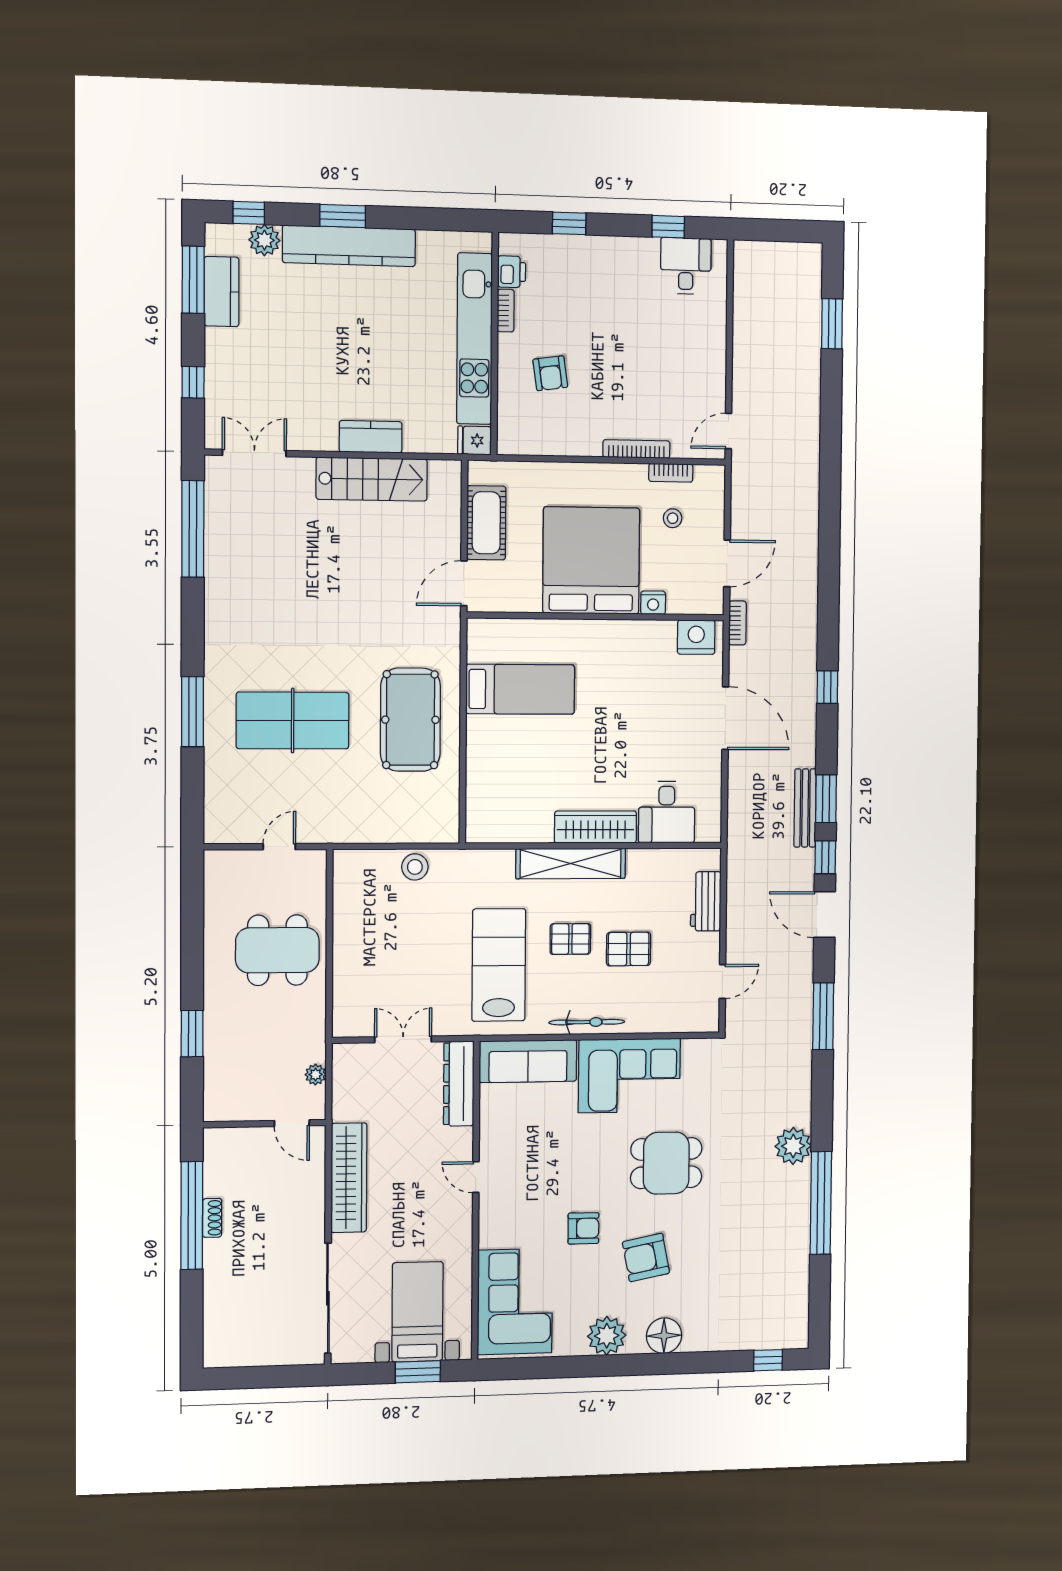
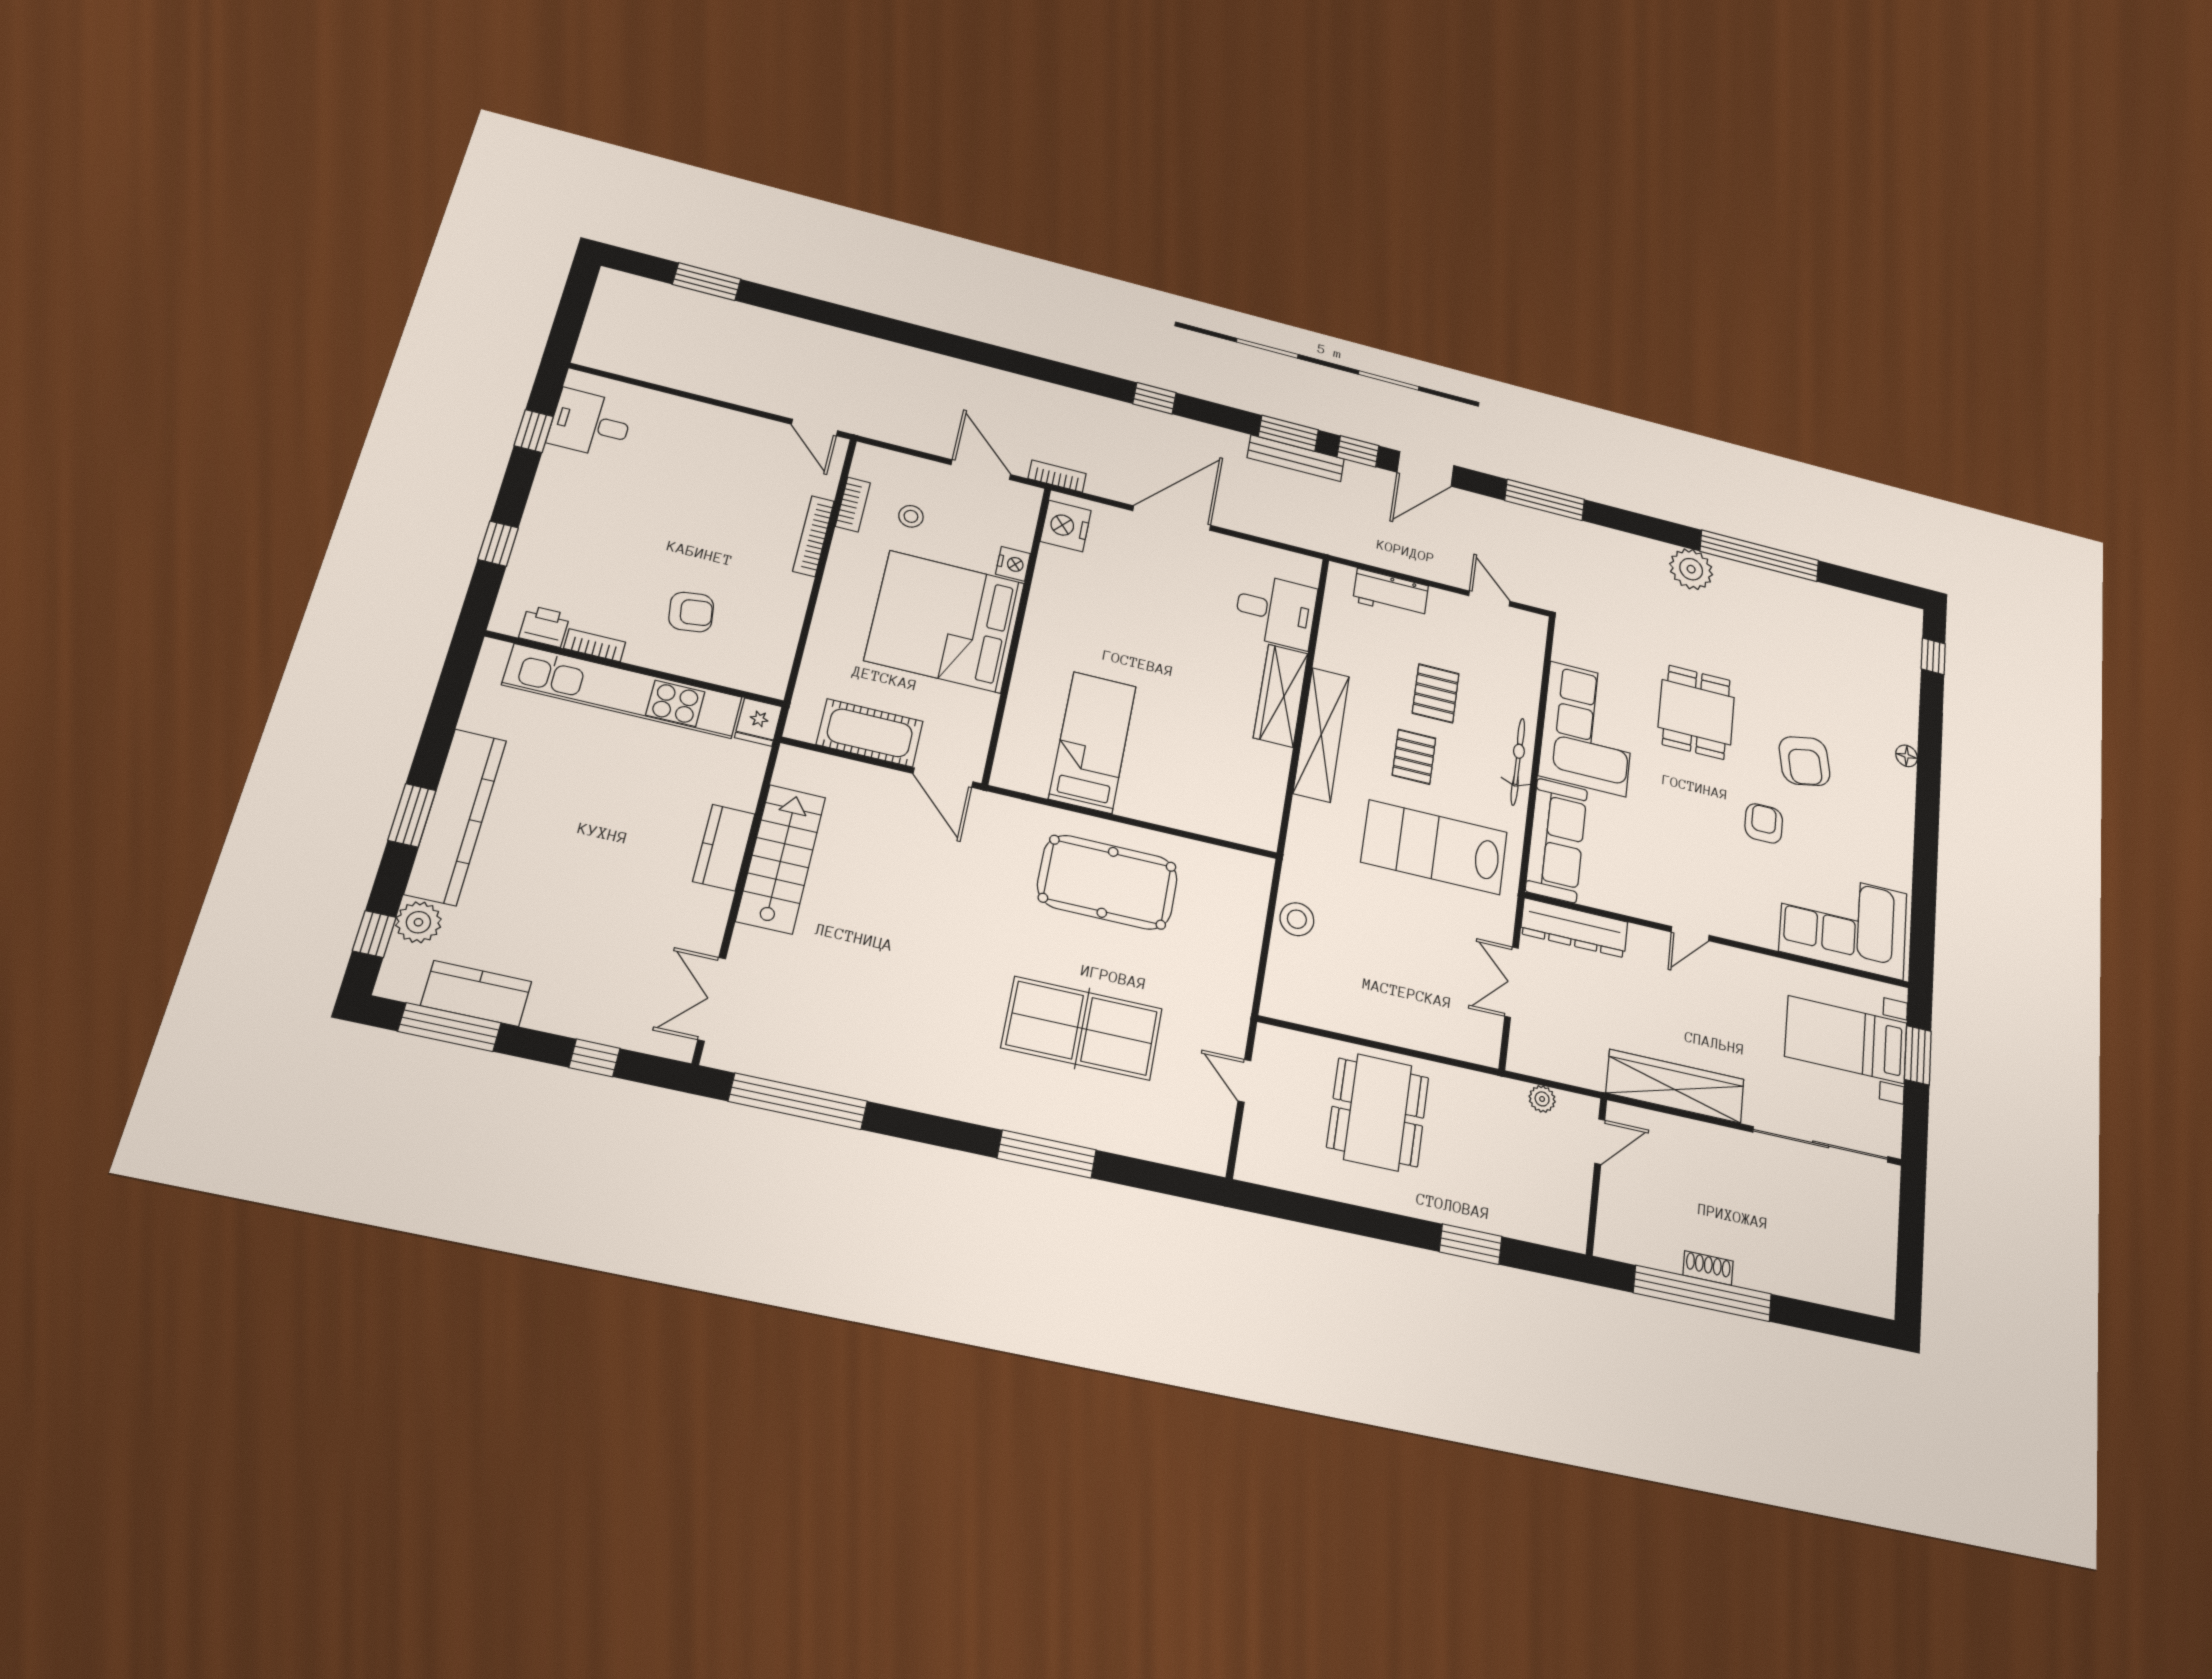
table tennis table: (293, 720) -> (1082, 1028), turned 90
plant: (607, 1336) -> (1892, 827), removed
floor lamp: (664, 1336) -> (1907, 756), width x0.53, depth x0.53

